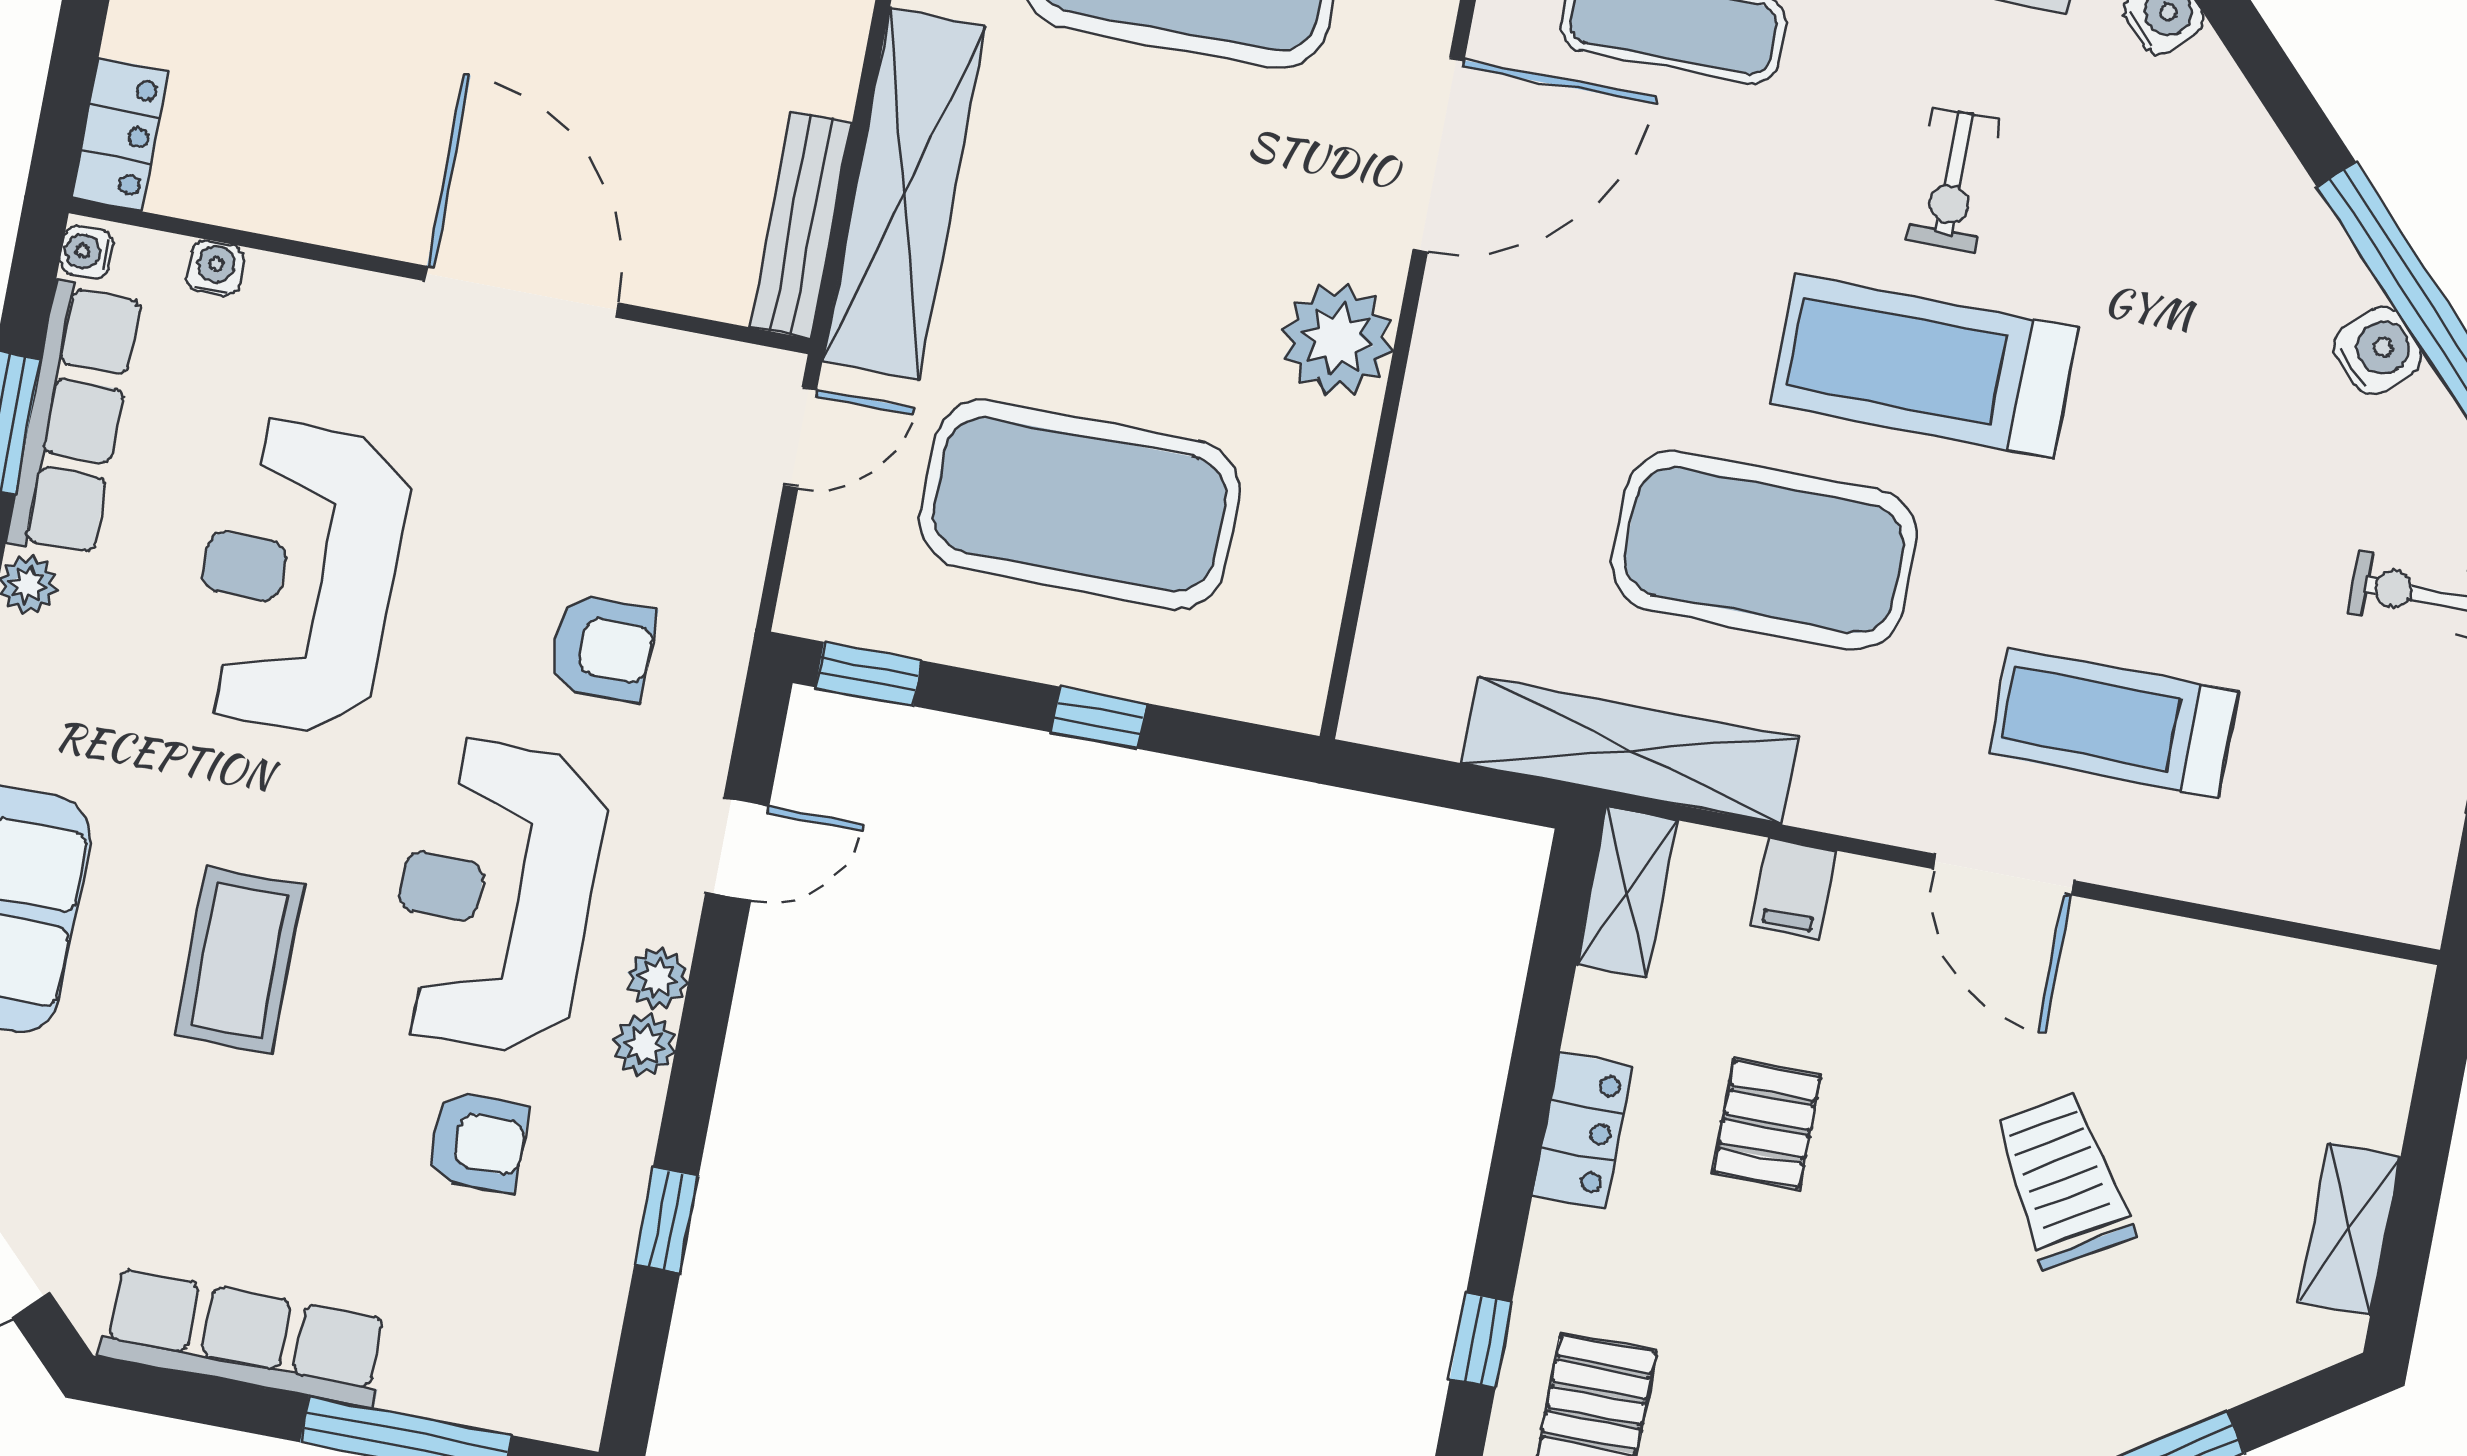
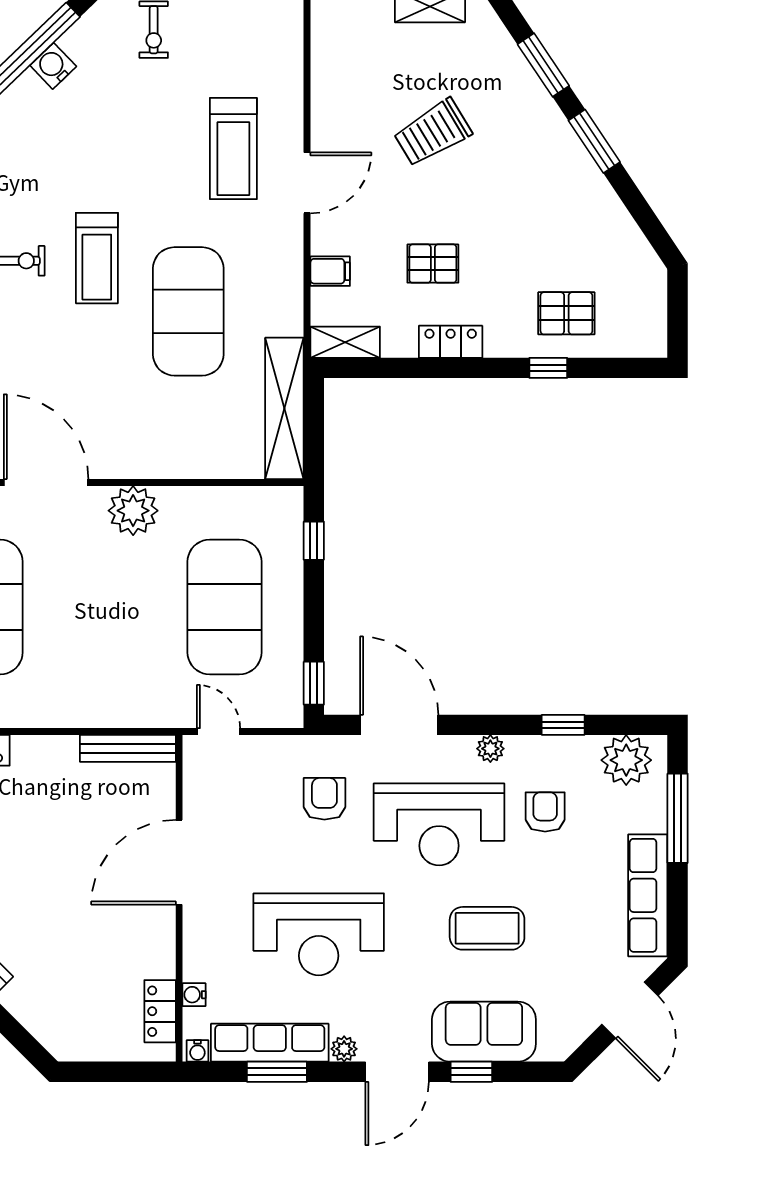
locker: (121, 134) -> (160, 1011), moved, turned -90
shelving: (904, 194) -> (106, 707), removed
treadmill: (1924, 366) -> (97, 258), width x0.73, depth x0.73
window: (1099, 718) -> (314, 541), moved
shelving: (1630, 750) -> (284, 408), moved
door: (737, 849) -> (399, 725), width x1.88
plant: (658, 978) -> (626, 760), moved, width x1.88, depth x1.88

